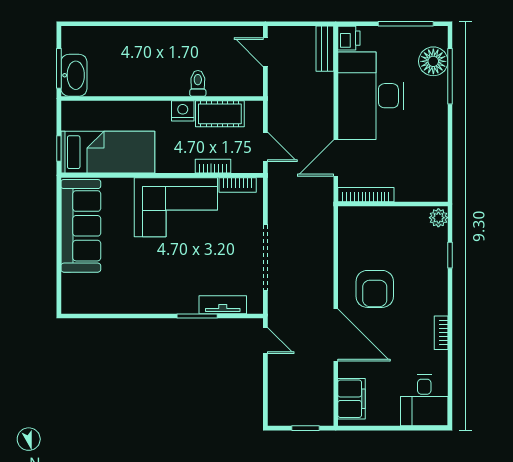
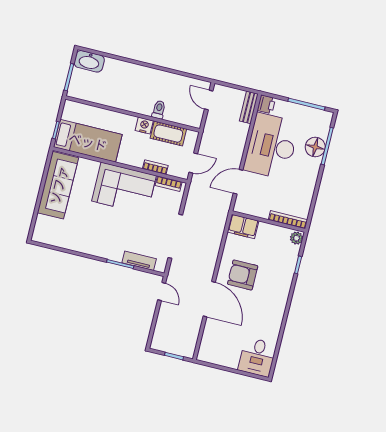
floor lamp: (433, 61) -> (315, 147), moved
washbasin: (74, 75) -> (89, 61), moved, turned 90
door: (265, 147) -> (193, 163), hinge flipped
bookcase: (366, 195) -> (288, 220), moved
armchair: (375, 289) -> (243, 275), turned 90
bookcase: (441, 333) -> (279, 315), removed
filing cabinet: (352, 399) -> (243, 226), moved, turned 90

